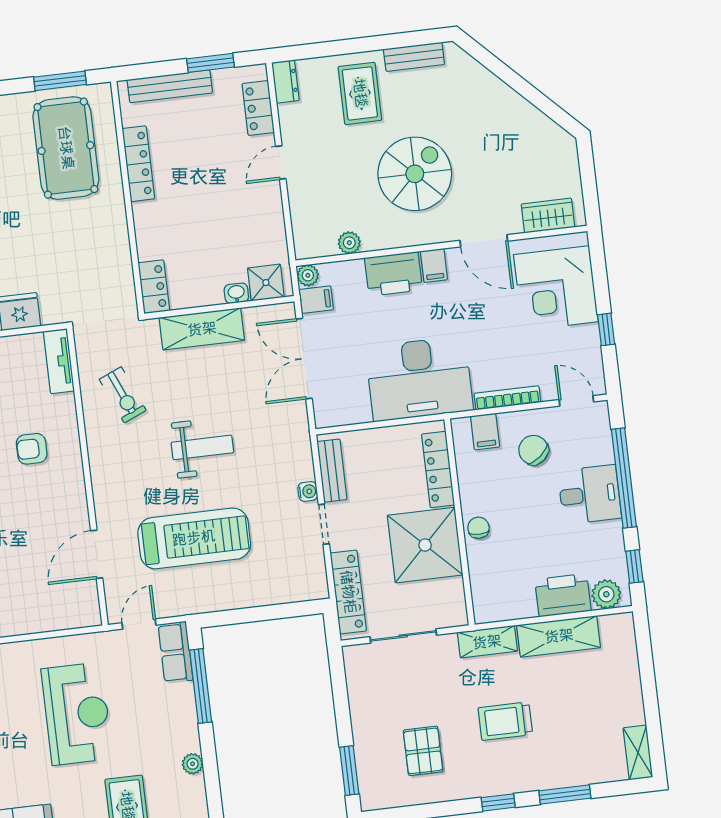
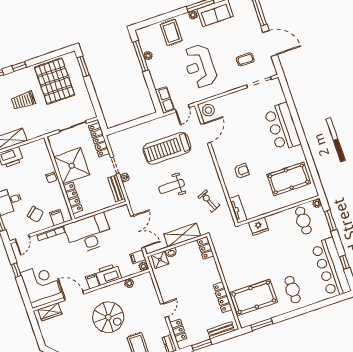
bench: (170, 86) -> (221, 330), width x0.73
pool table: (66, 148) -> (254, 297), turned 90
spiral stairs: (415, 174) -> (108, 317), turned -90
door: (576, 401) -> (22, 238), hinge flipped
stool: (79, 607) -> (208, 110), added
shelving: (487, 642) -> (38, 132), removed
window: (201, 686) -> (141, 56), moved
trolley: (505, 721) -> (23, 100), turned 180
pallet: (423, 751) -> (55, 81), width x2.05, depth x2.00

